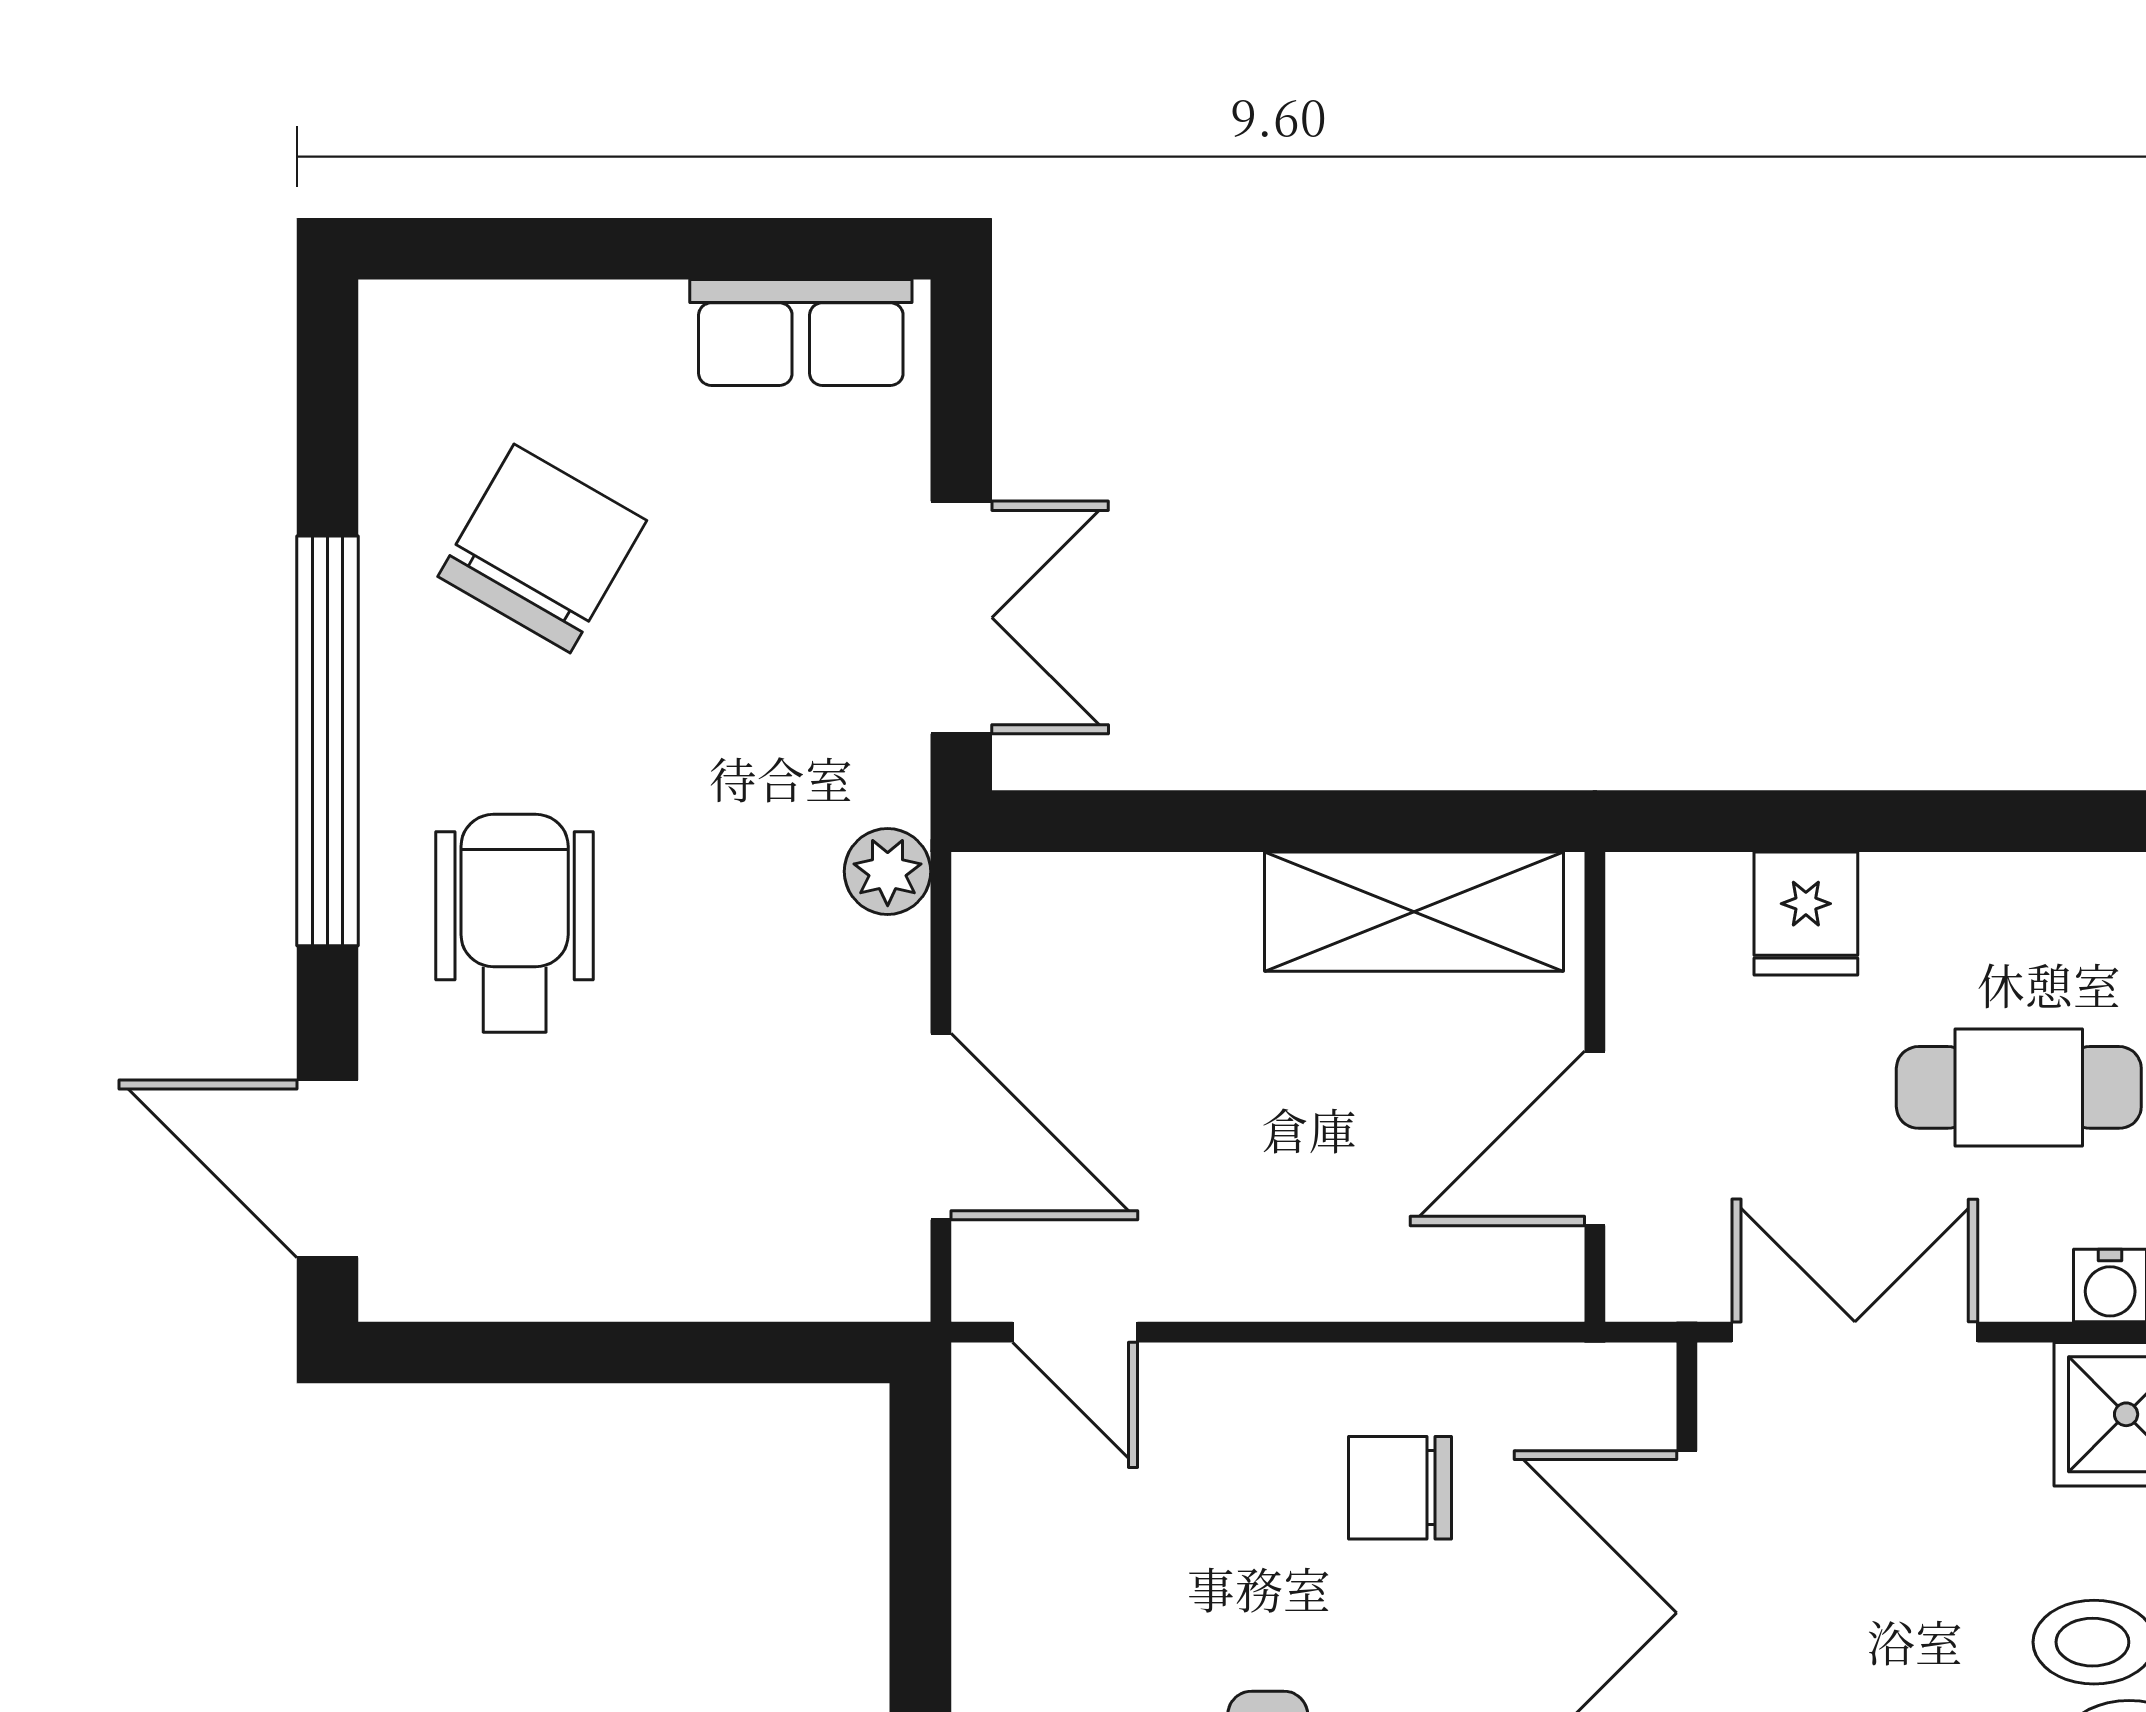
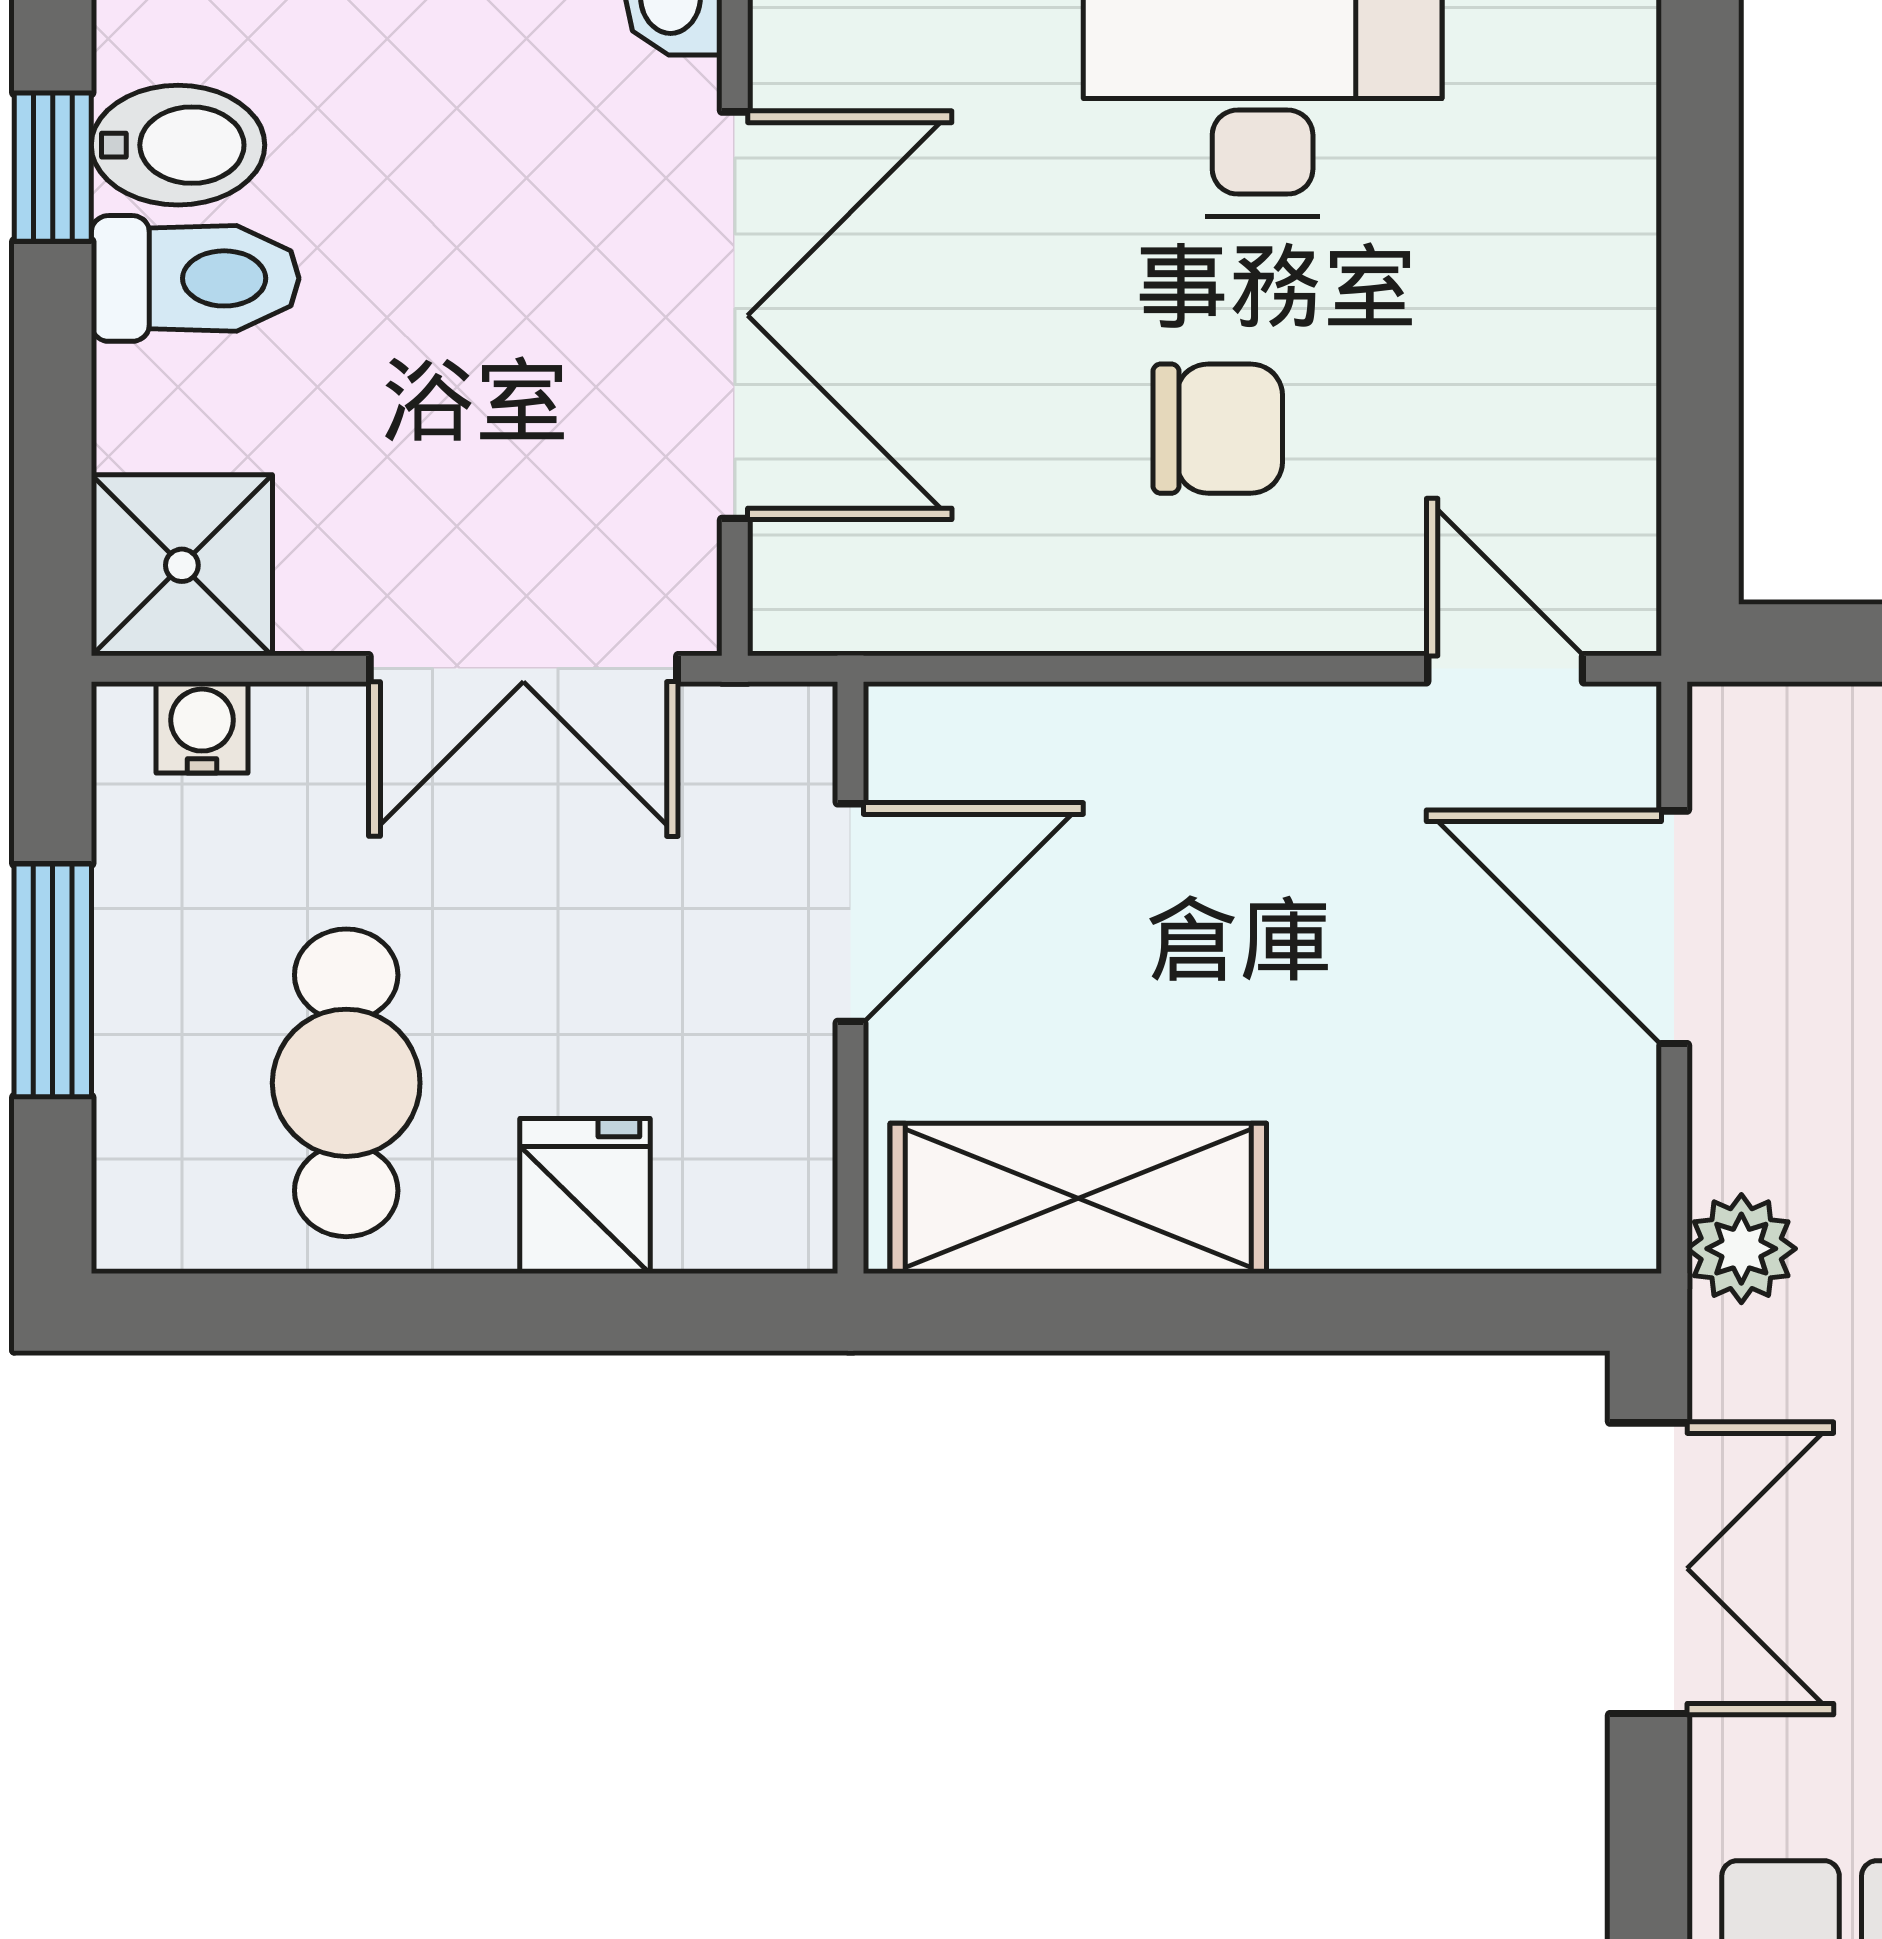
double door: (961, 618) -> (1648, 1568), swing flipped
cafe table: (2019, 1087) -> (346, 1083), moved, turned 90
chair: (1400, 1488) -> (1218, 429), moved

